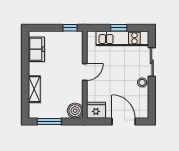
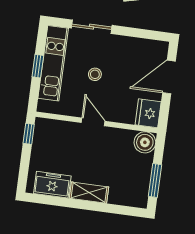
stool: (142, 82) -> (95, 74), moved
shelving: (34, 89) -> (89, 193), moved

